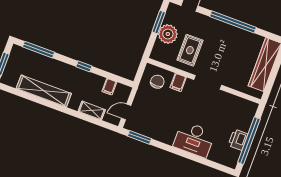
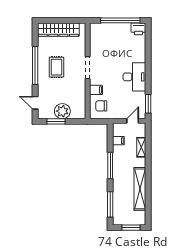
rug: (190, 50) -> (56, 67), moved, turned 90
window: (84, 66) -> (110, 165), width x2.17
door: (126, 112) -> (133, 121), swing flipped
desk: (194, 139) -> (134, 77), moved
printer: (238, 140) -> (138, 29), moved

